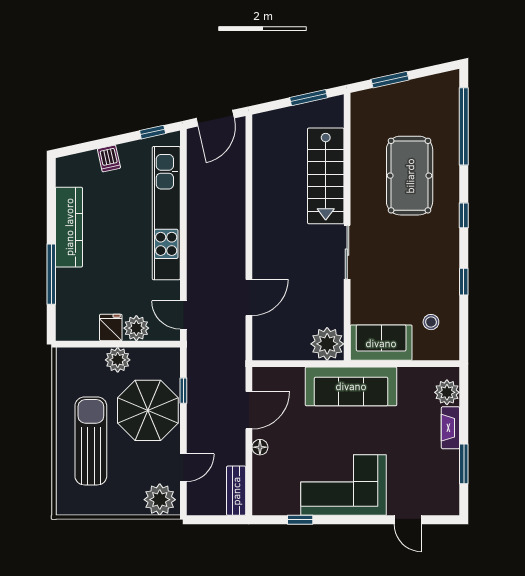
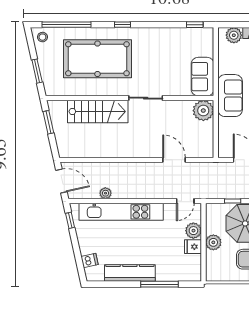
dishwasher: (109, 158) -> (90, 261), moved
pool table: (410, 176) -> (97, 59), width x1.36, depth x1.32
plant: (196, 188) -> (105, 193), added
window: (464, 282) -> (195, 25), moved
stool: (431, 322) -> (42, 37), moved
sofa: (351, 386) -> (230, 96), width x0.73

